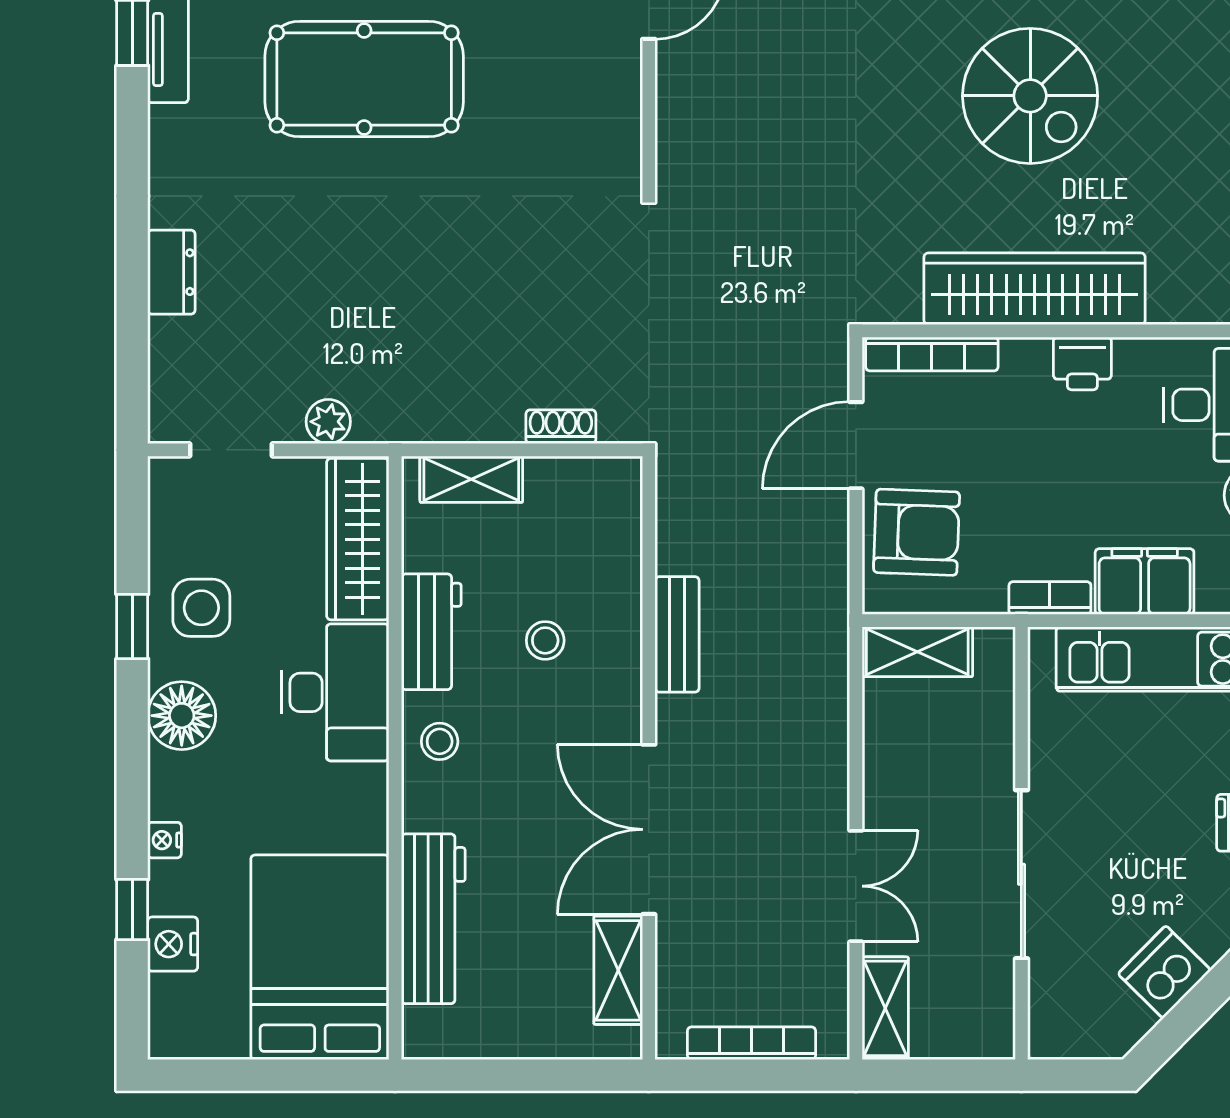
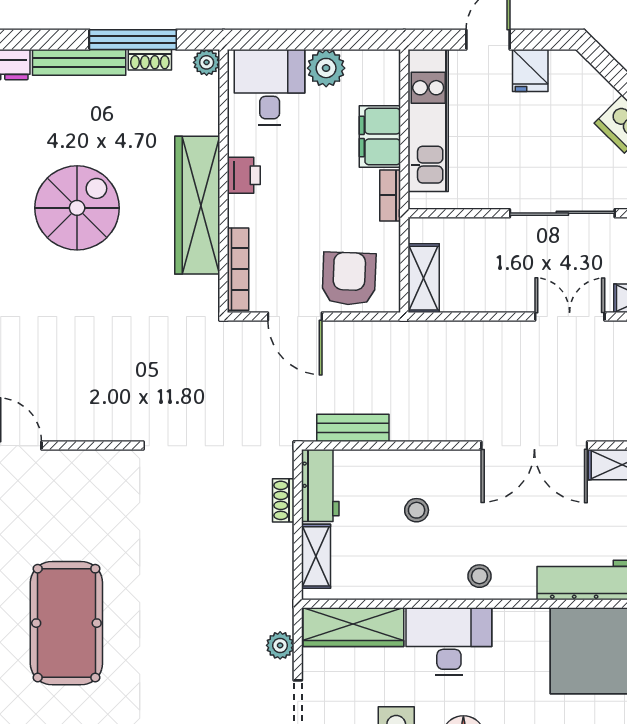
workbench: (431, 632) -> (320, 486), moved, turned 90
bench: (677, 634) -> (353, 428), moved

